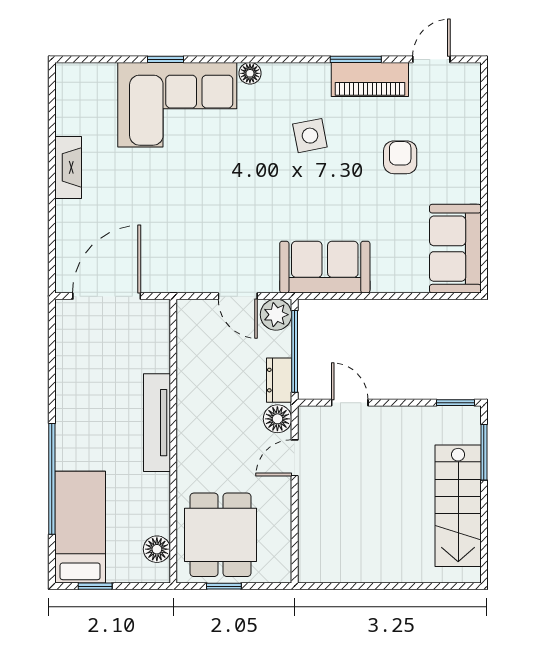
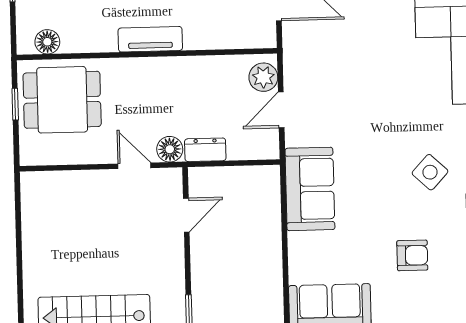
side table: (310, 136) -> (430, 172), turned -36
plant: (276, 315) -> (263, 77), moved
window: (295, 351) -> (232, 163), removed
tv unit: (157, 423) -> (150, 39), width x0.71

